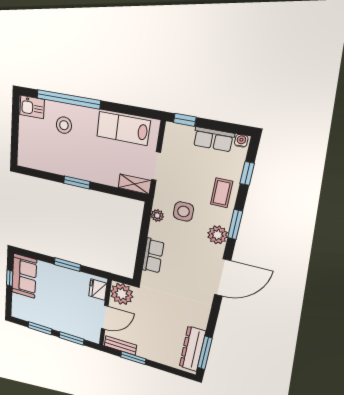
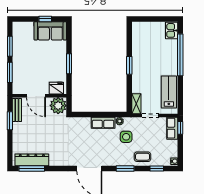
stool: (64, 125) -> (164, 53), removed
row of seats: (213, 139) -> (172, 128), moved
plant: (218, 235) -> (116, 160), removed
row of seats: (153, 256) -> (103, 123), moved

